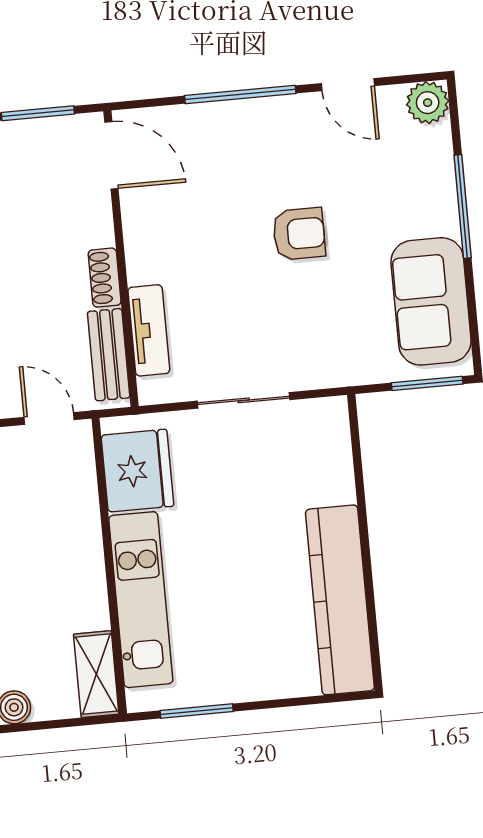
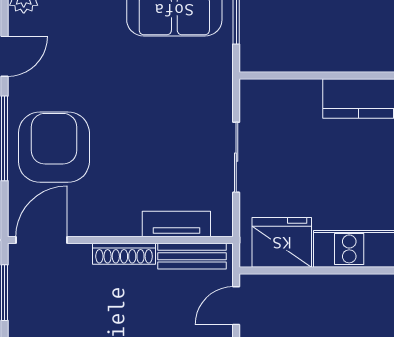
armchair: (299, 234) -> (54, 147), moved, width x1.88, depth x1.88
shoe rack: (105, 278) -> (124, 254), width x1.43

